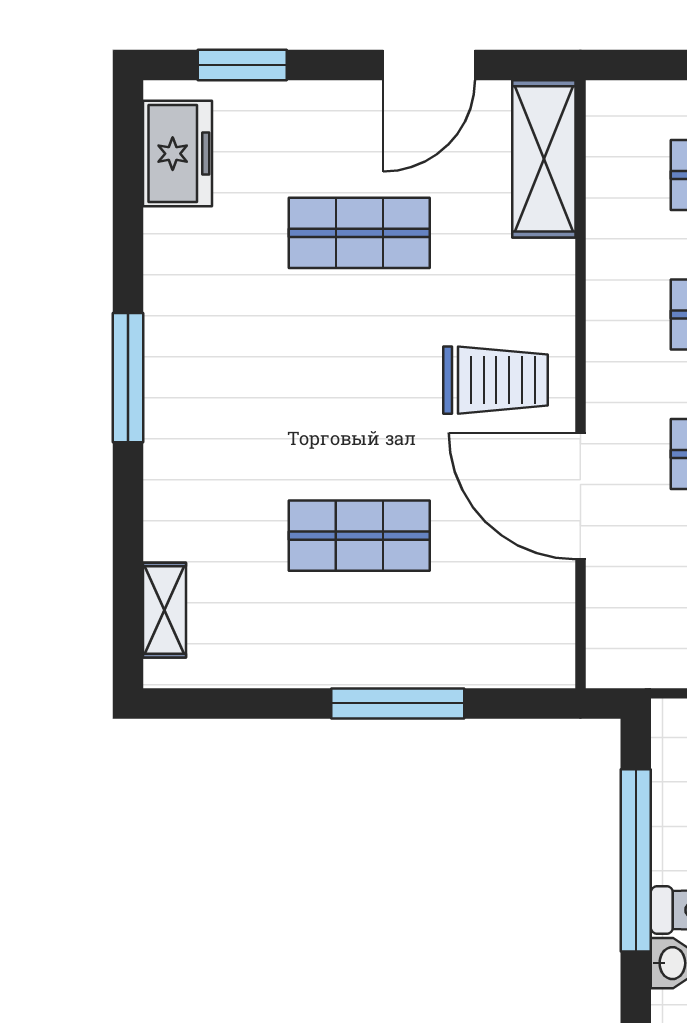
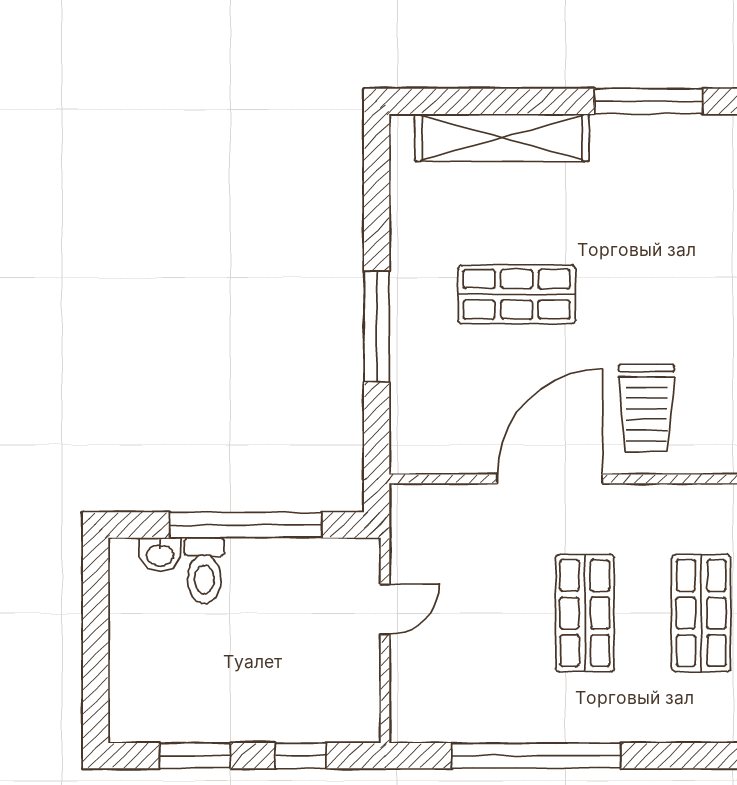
shop shelf: (359, 536) -> (517, 294), turned 90
shelving: (164, 610) -> (502, 138), width x2.20, depth x1.33

